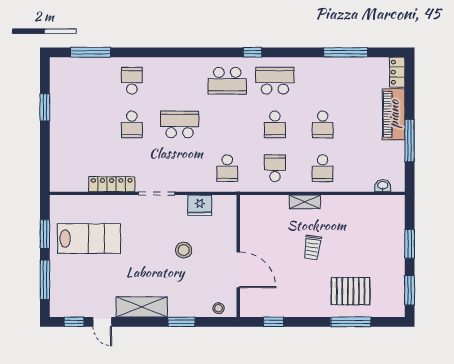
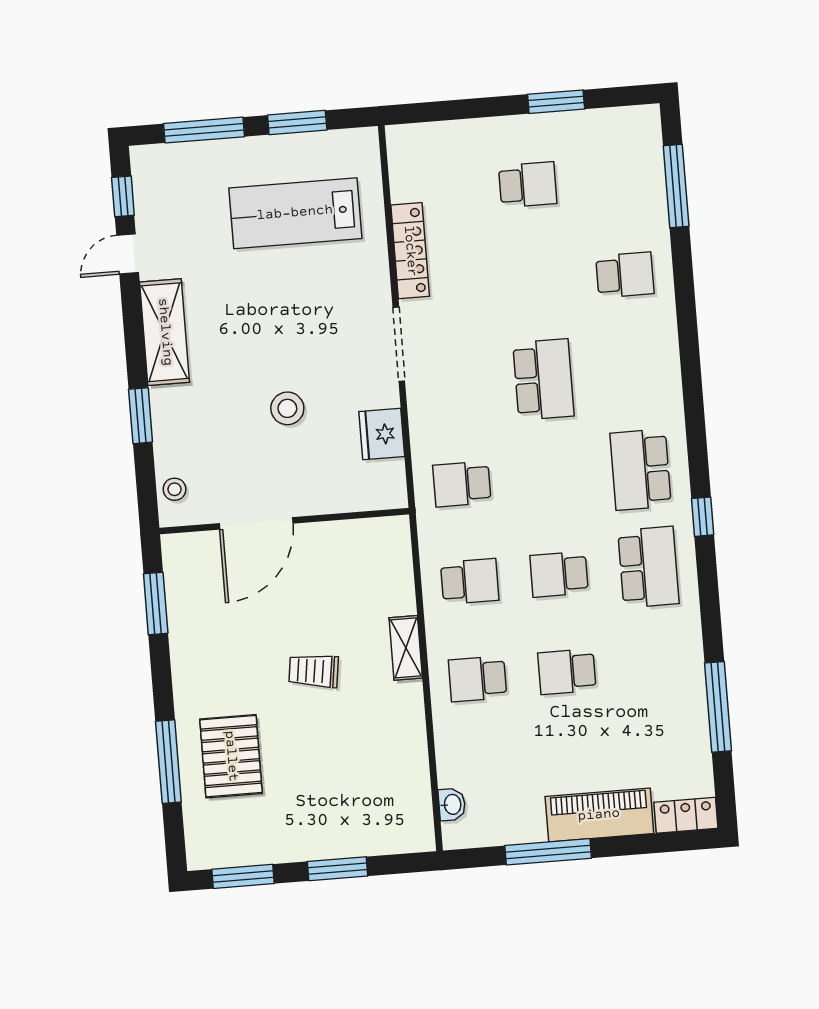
school desk: (132, 124) -> (528, 185), moved, turned 180
lab bench: (89, 239) -> (295, 213), turned 90
window: (273, 322) -> (156, 604), width x1.50

